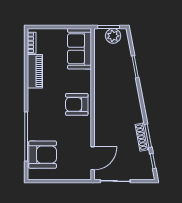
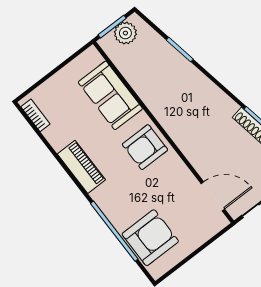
sofa: (80, 49) -> (110, 95), moved
piano: (35, 71) -> (81, 167), moved
door: (93, 158) -> (213, 196), hinge flipped

